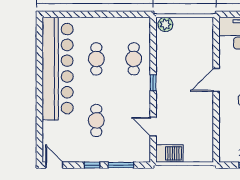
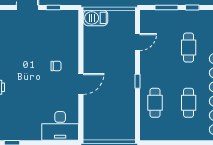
plant: (165, 24) -> (127, 134), removed
door: (153, 127) -> (138, 42), hinge flipped
barbecue: (169, 153) -> (96, 18), moved

